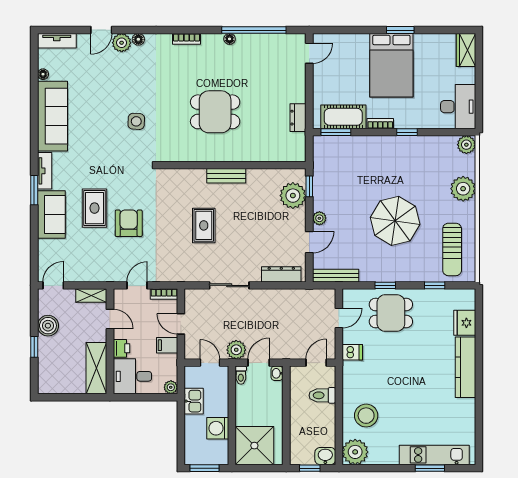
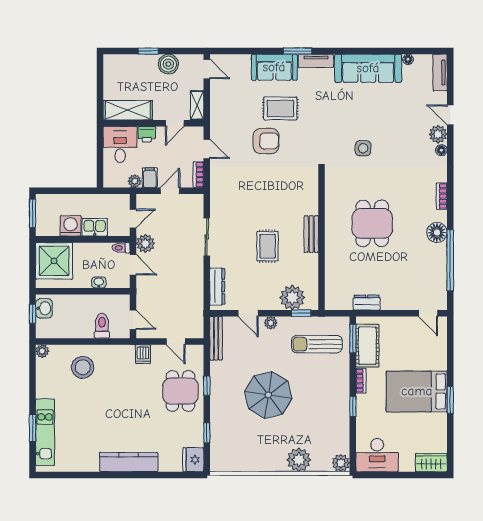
floor lamp: (230, 39) -> (437, 232), width x1.89, depth x1.89
rug: (204, 225) -> (268, 246), moved, turned 90
sun lounger: (452, 249) -> (317, 344), moved
fridge: (465, 323) -> (193, 460), moved, turned -90
washbasin: (277, 373) -> (99, 282), moved
plant: (171, 387) -> (135, 181), moved
kitchen sink: (194, 401) -> (95, 227), moved, turned 180
plant: (355, 452) -> (42, 351), width x0.53, depth x0.53
washbasin: (325, 456) -> (44, 308), moved

